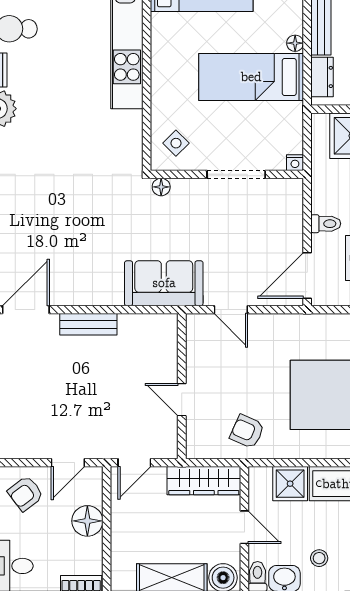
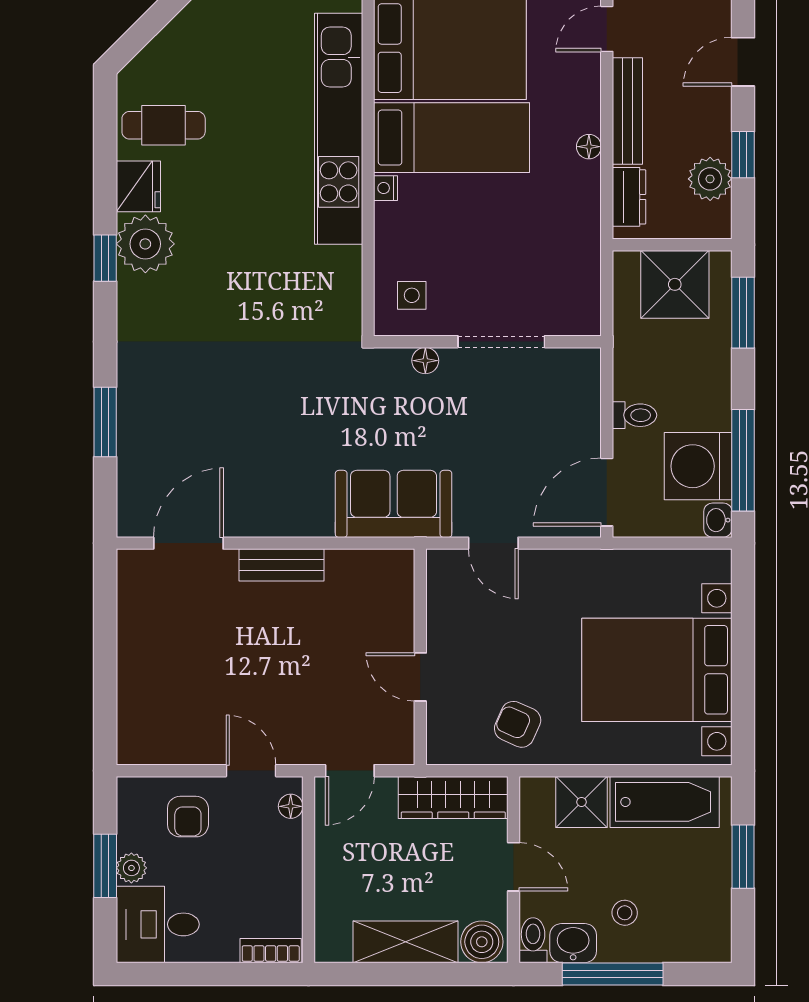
bed: (251, 77) -> (451, 138), moved, turned 180
side table: (176, 143) -> (412, 295), turned 45
nightstand: (295, 163) -> (385, 188), moved, turned 90
floor lamp: (161, 187) -> (425, 361), moved
door: (68, 463) -> (251, 771), swing flipped
armchair: (26, 493) -> (188, 817), turned -53
floor lamp: (87, 521) -> (291, 806), moved, width x0.53, depth x0.53

